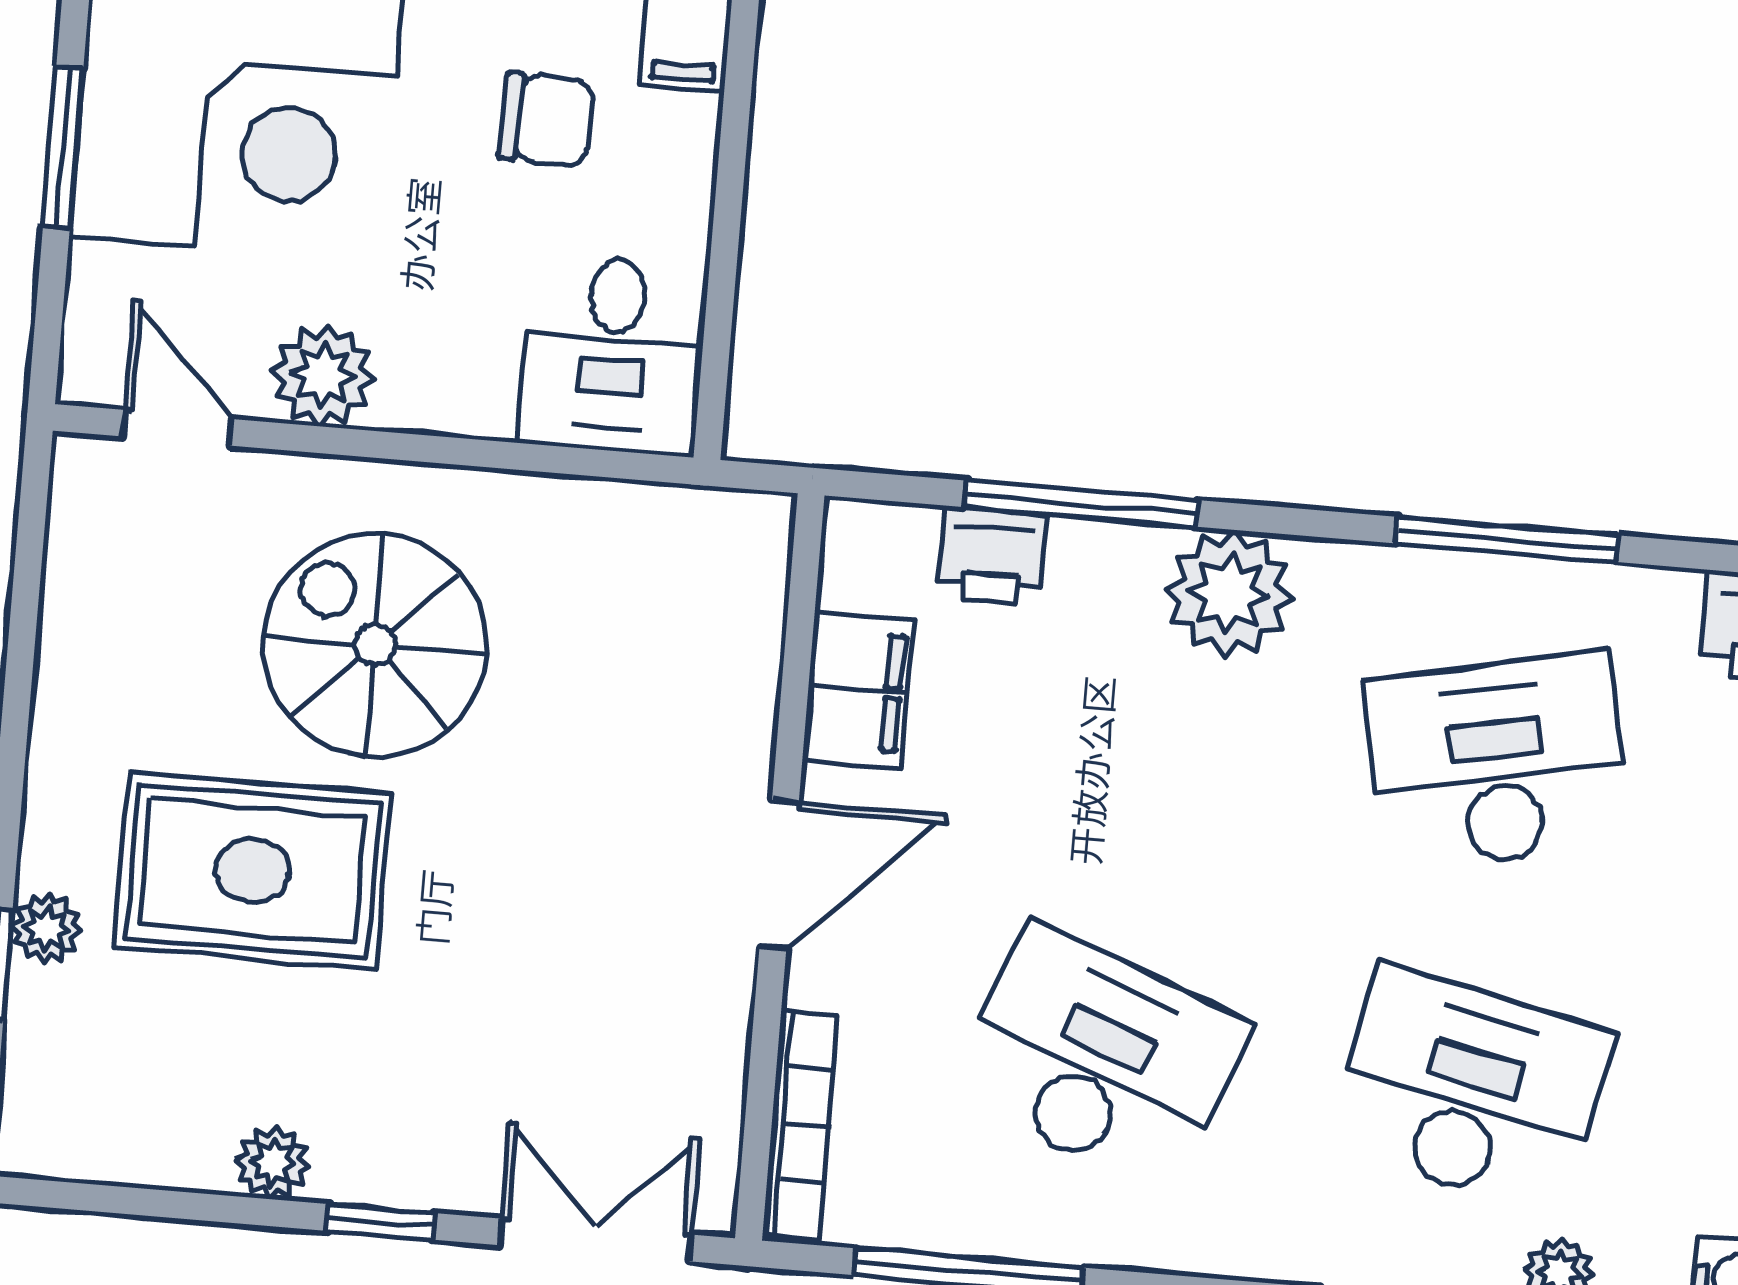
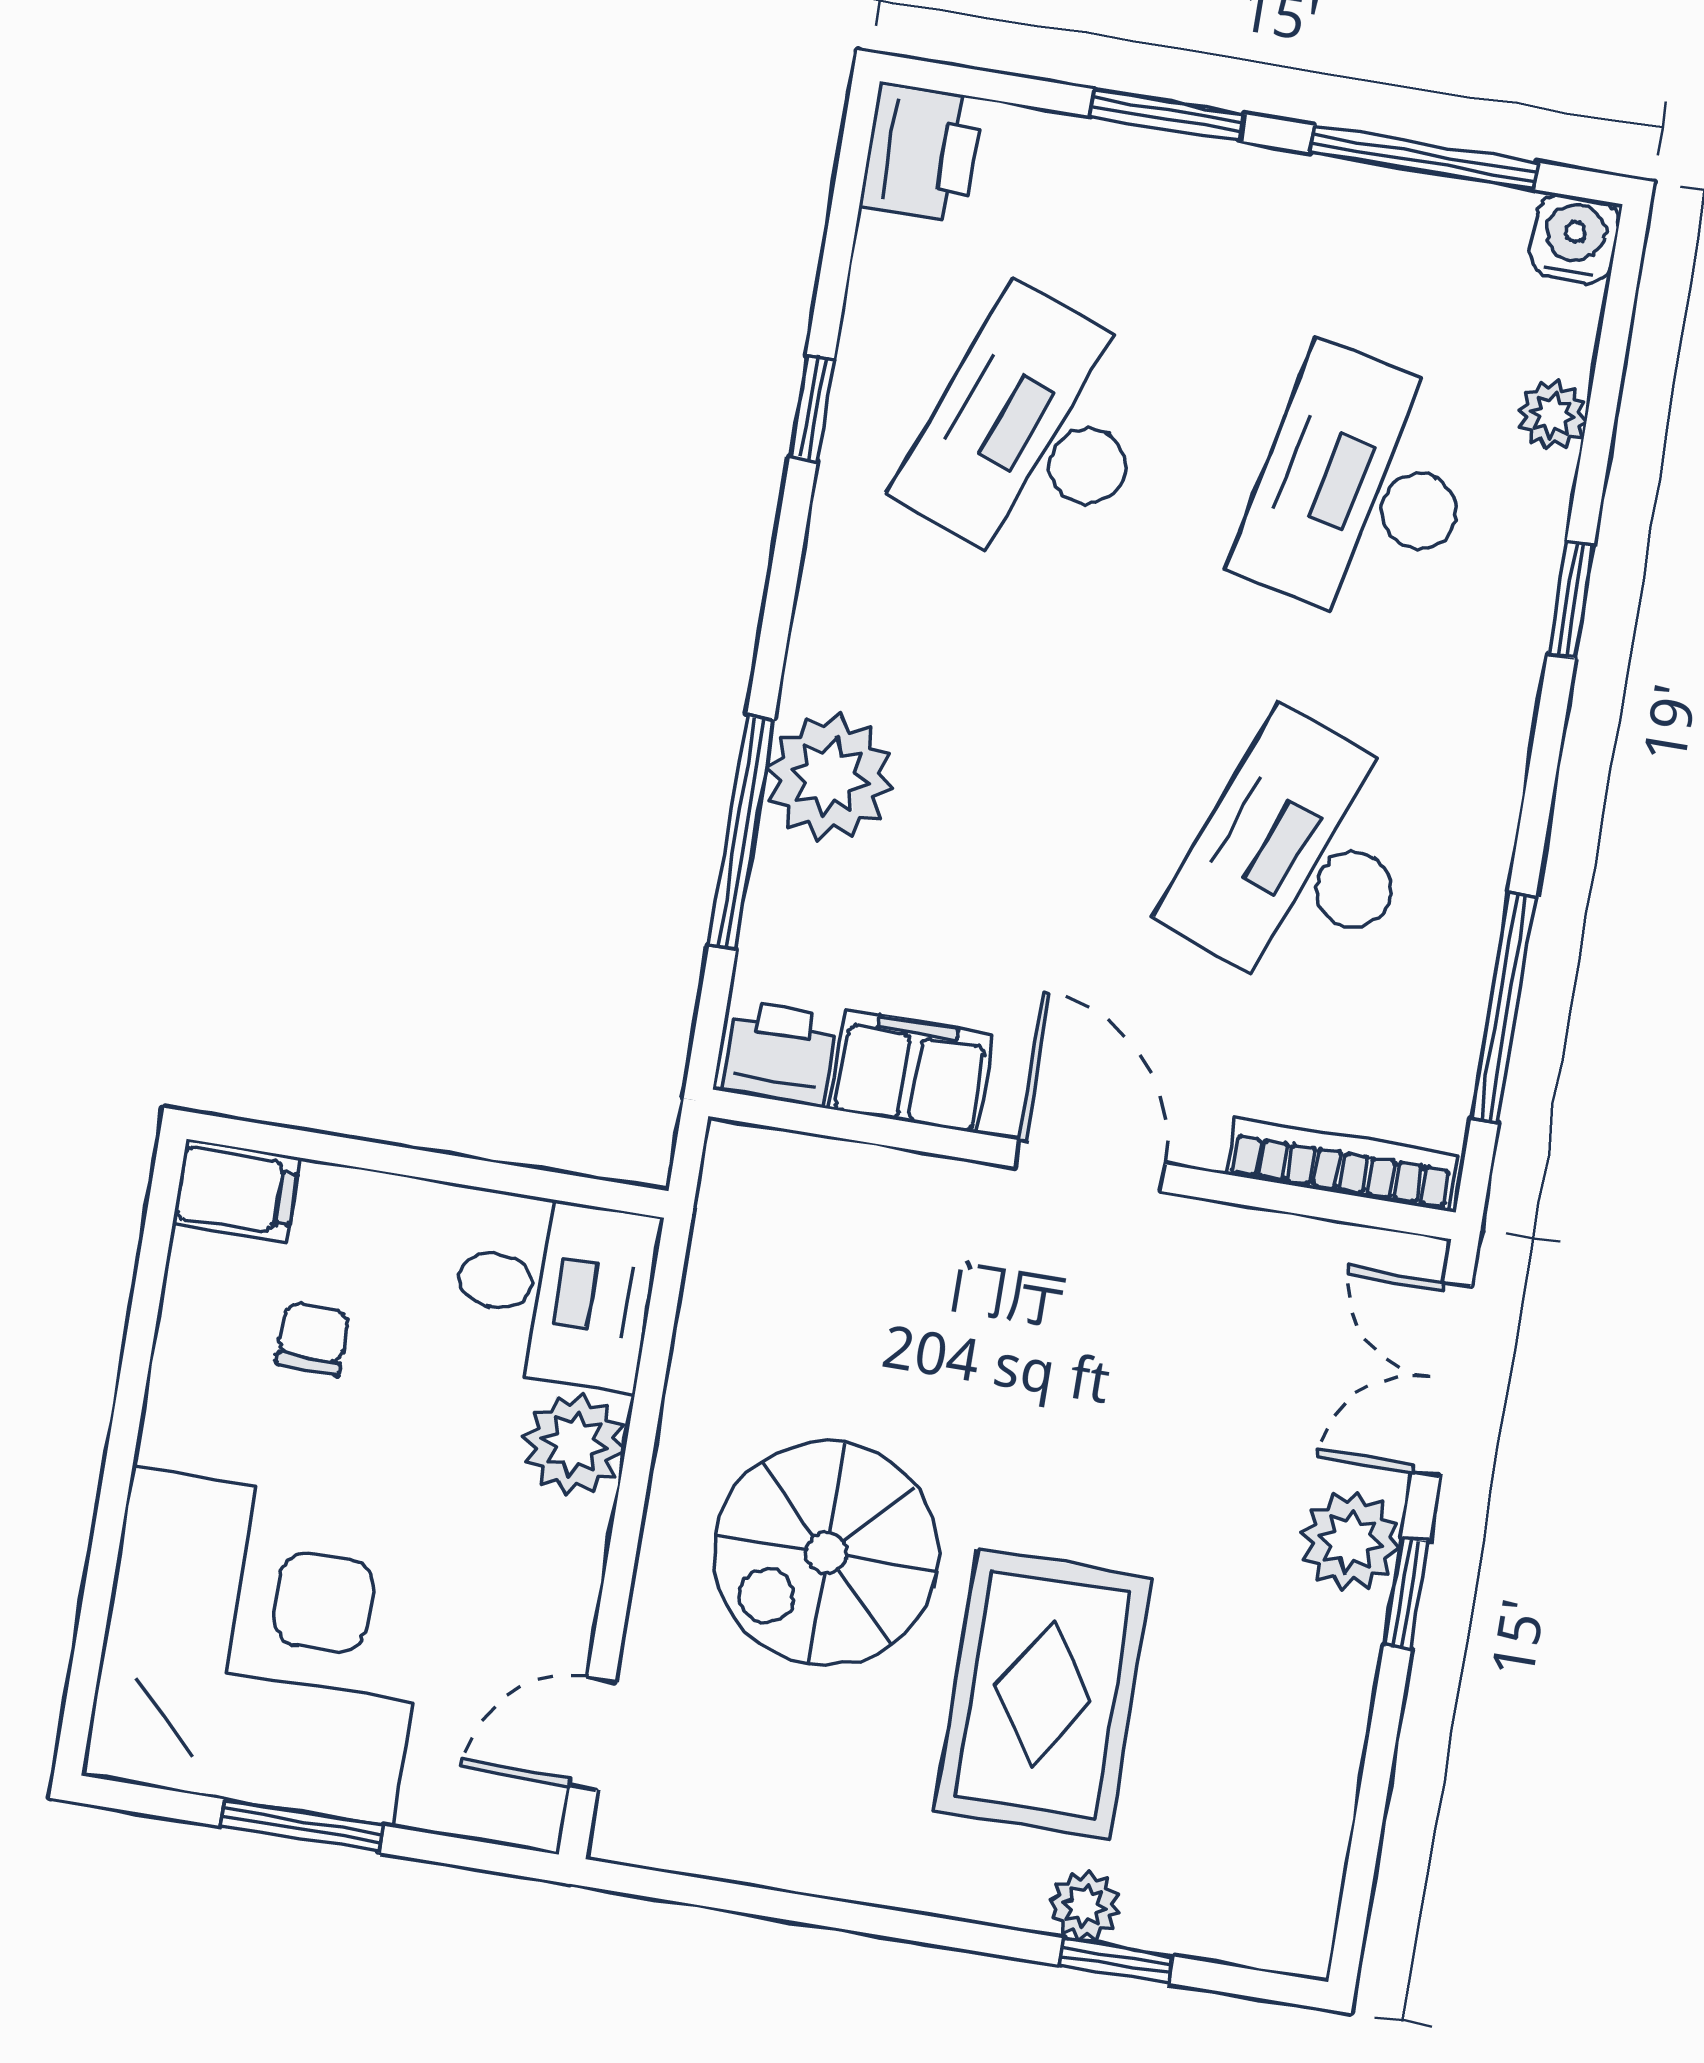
chair: (546, 120) -> (313, 1339), width x0.73, depth x0.73
plant: (323, 375) -> (575, 1444), moved
window: (1506, 539) -> (812, 408), width x0.46
printer: (992, 556) -> (779, 1054), moved, turned -90
plant: (1229, 593) -> (829, 777), moved
desk: (1498, 762) -> (1035, 435), turned 33
plant: (273, 1163) -> (1350, 1541), moved, width x1.38, depth x1.38

